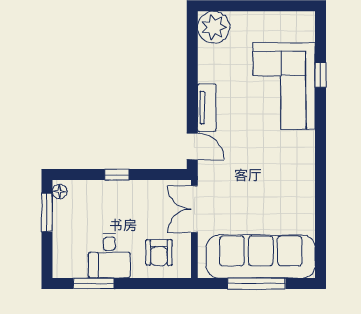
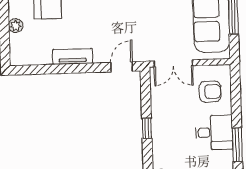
plant: (214, 27) -> (16, 26), moved, width x0.53, depth x0.53
tv unit: (207, 108) -> (73, 56), moved

